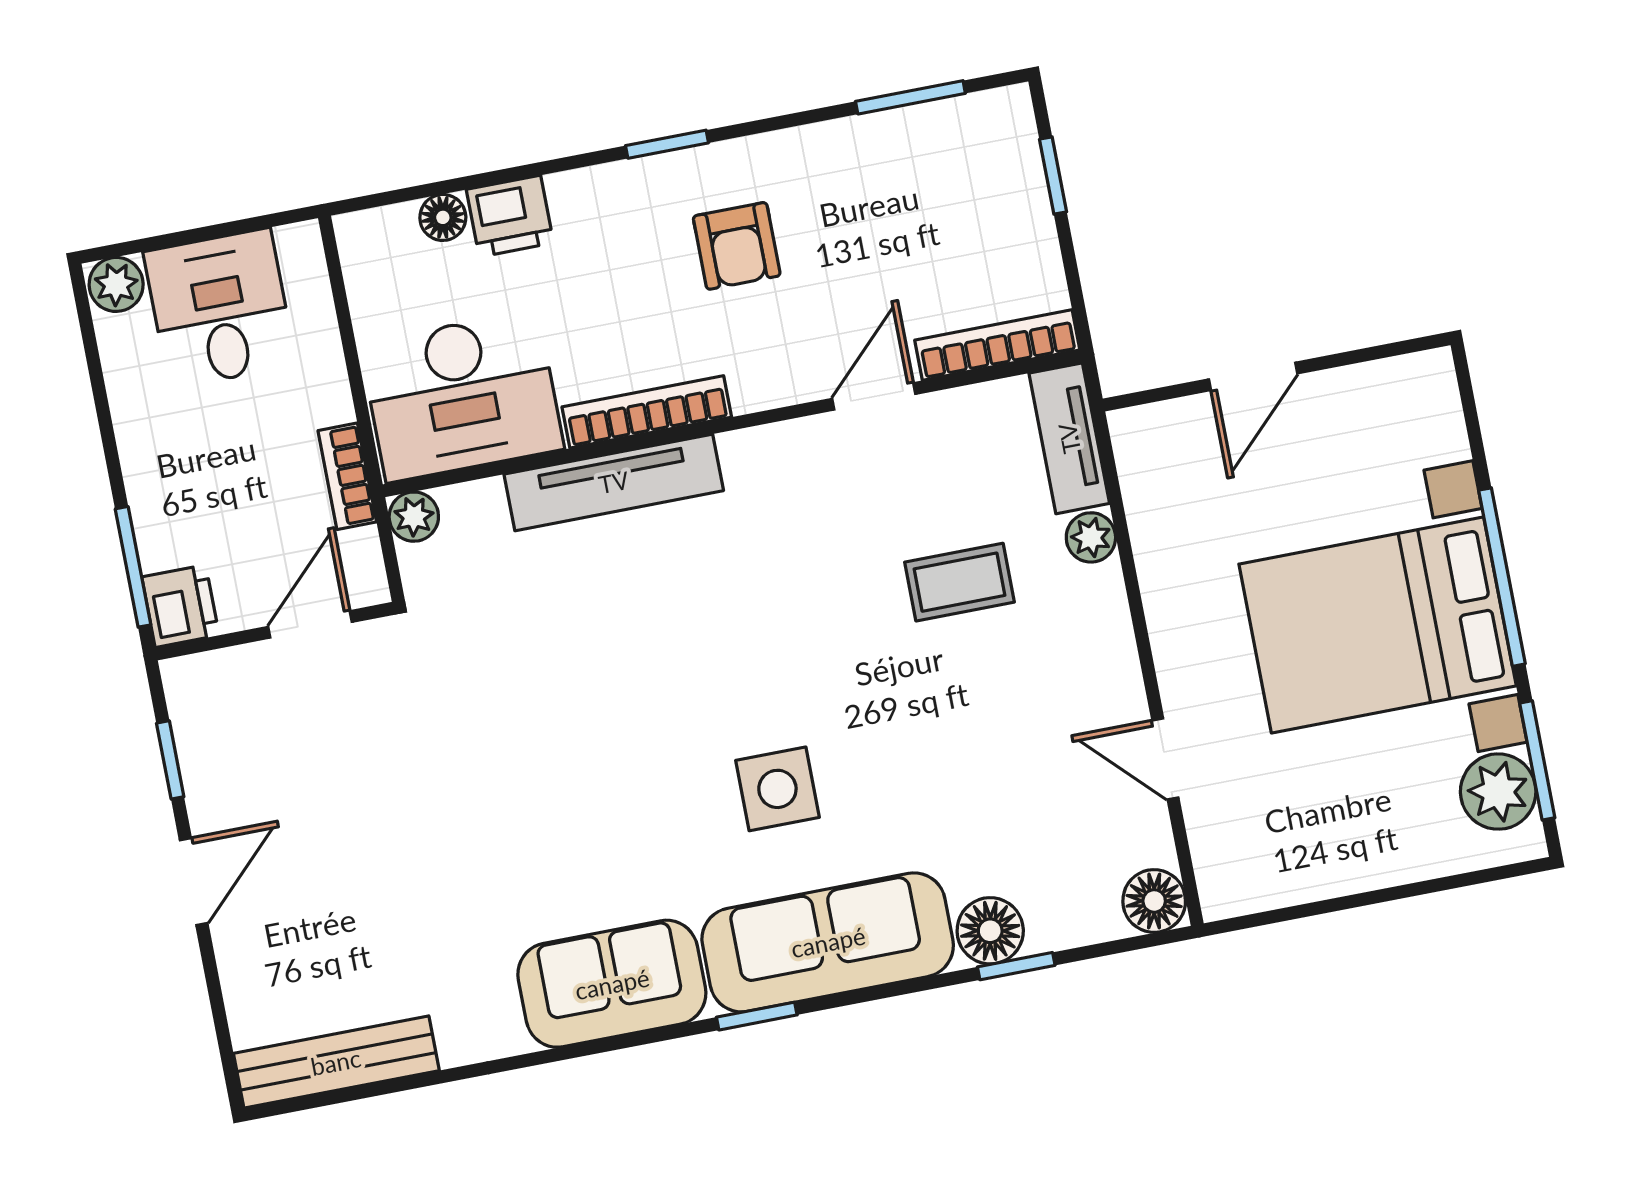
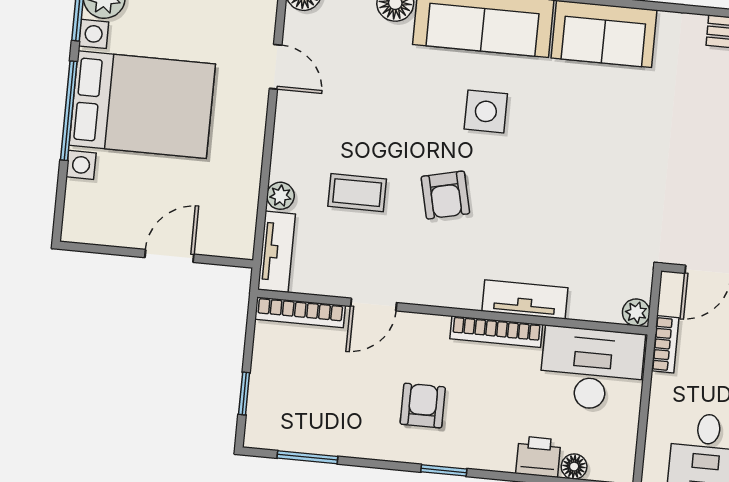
tv unit: (614, 482) -> (525, 299), width x0.71
armchair: (805, 623) -> (445, 195), added

